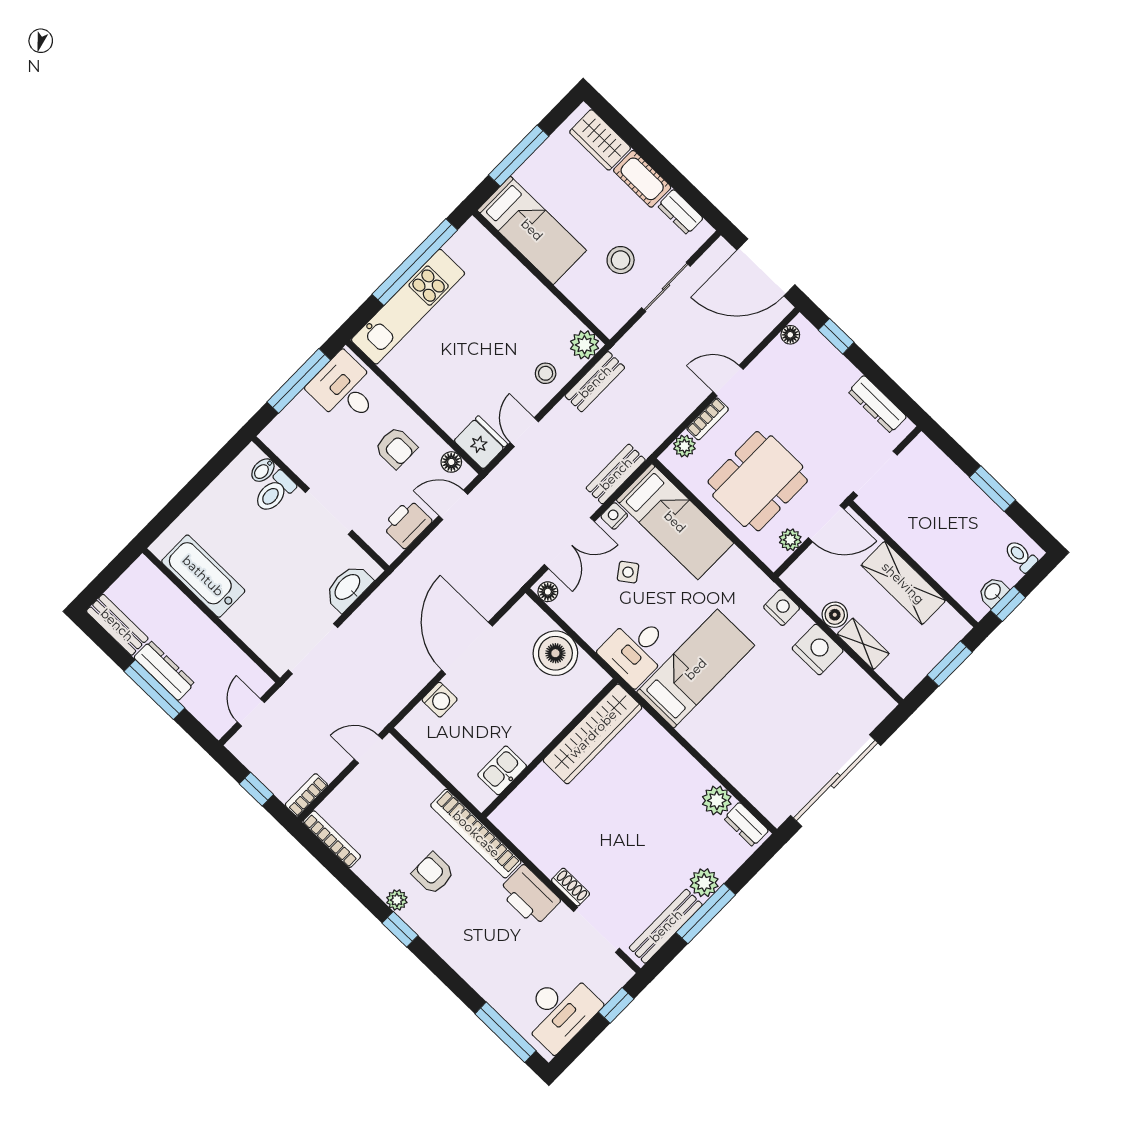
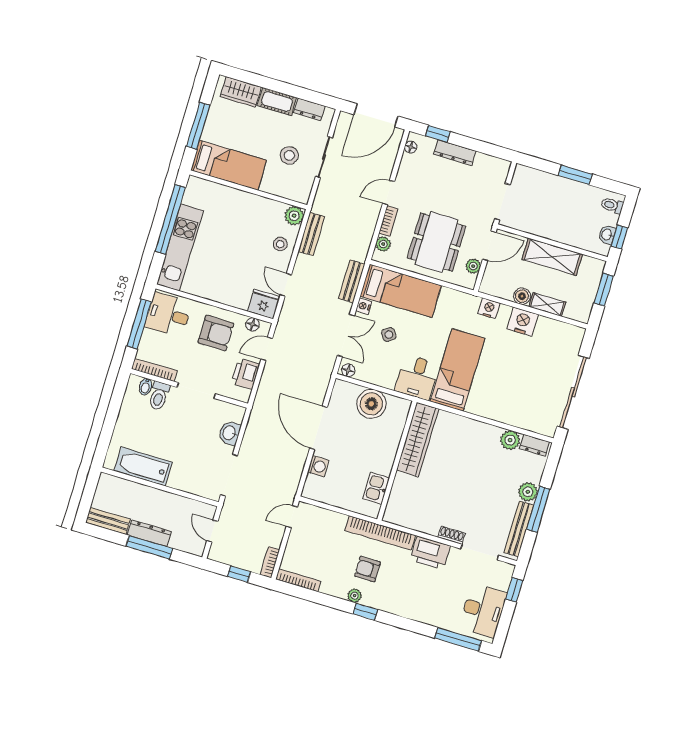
dresser: (877, 404) -> (455, 153), moved
armchair: (396, 448) -> (216, 333), width x1.38, depth x1.38
bookcase: (287, 454) -> (154, 370), added
washbasin: (348, 588) -> (230, 433), width x0.72

